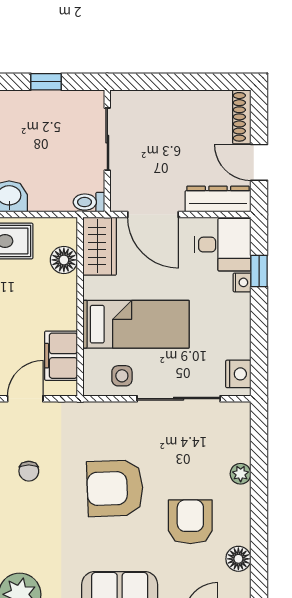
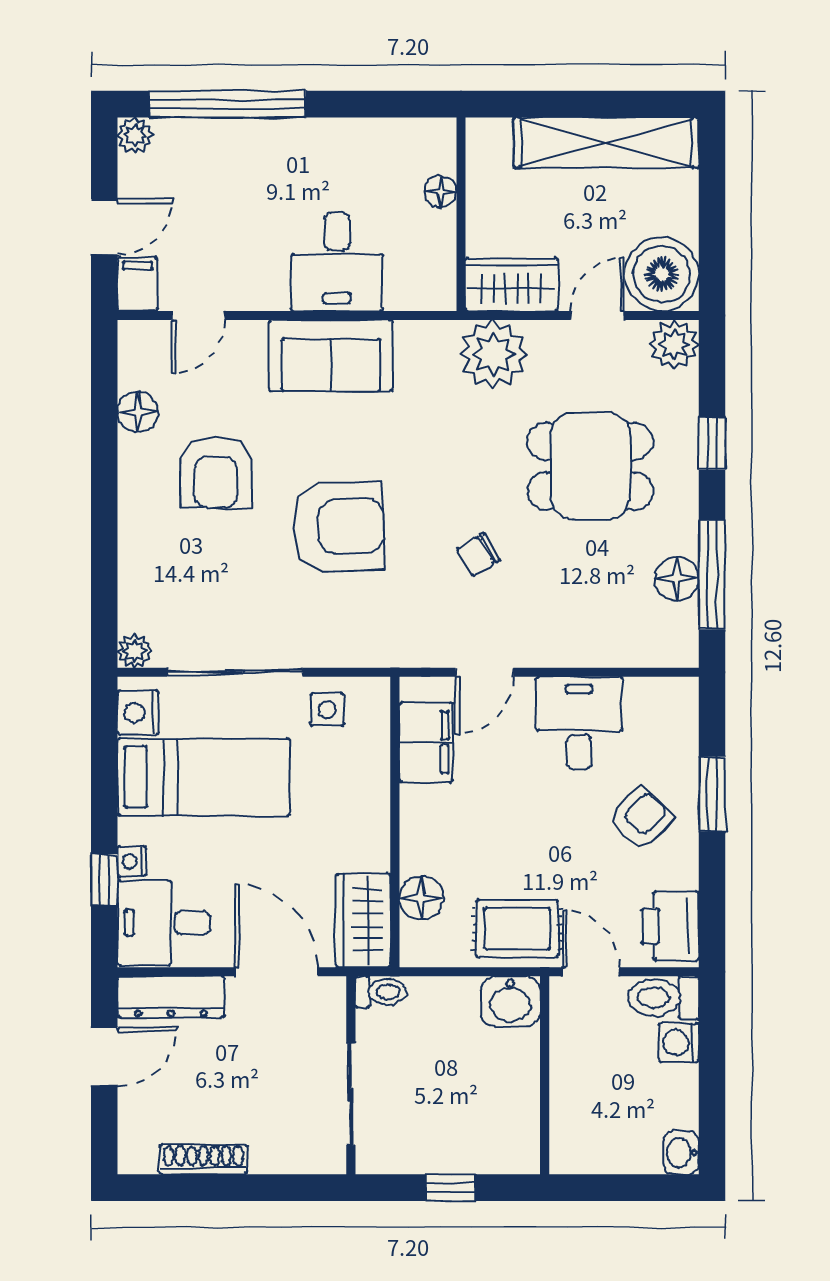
shoe rack: (242, 117) -> (203, 1159), moved, turned -90
door: (259, 162) -> (104, 1056), hinge flipped
bed: (136, 324) -> (204, 777), moved, turned 180
chair: (29, 471) -> (478, 554), turned -121
plant: (241, 474) -> (134, 651), moved

